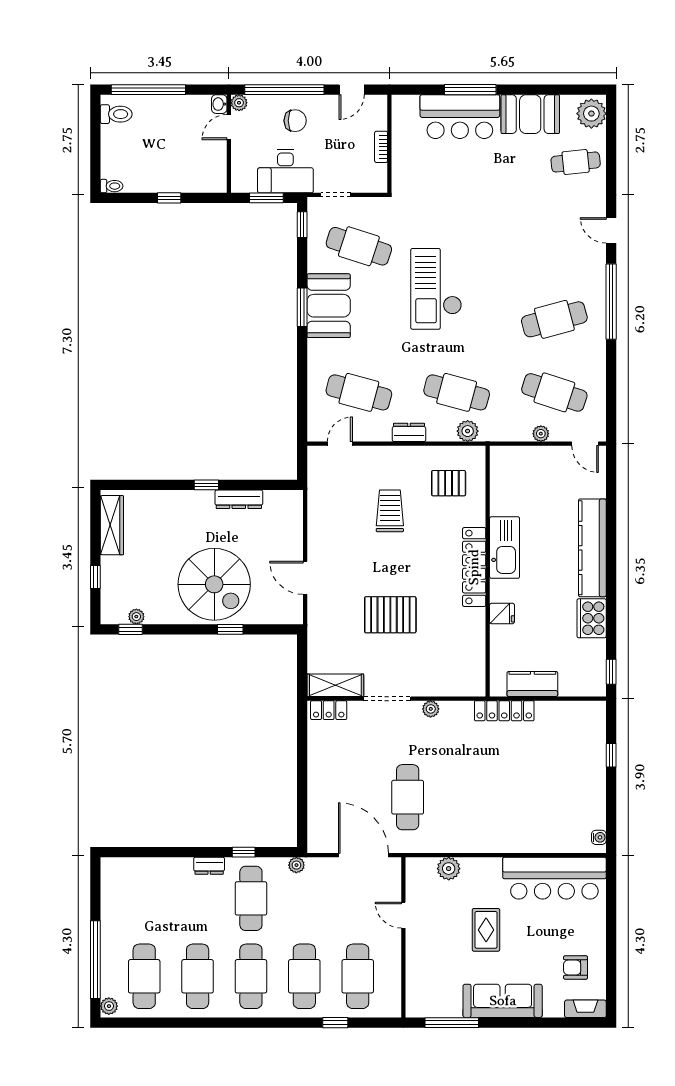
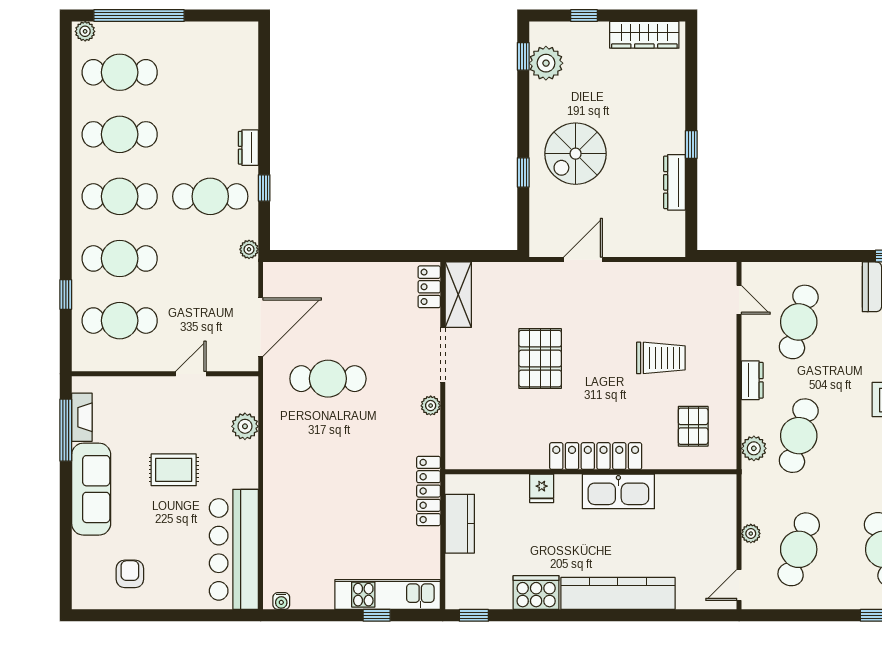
spiral stairs: (214, 584) -> (576, 154), width x0.73, depth x0.73
plant: (136, 617) -> (546, 63), width x1.88, depth x1.88
kitchen unit: (593, 746) -> (388, 595), added
fireplace: (585, 1009) -> (82, 417), moved

